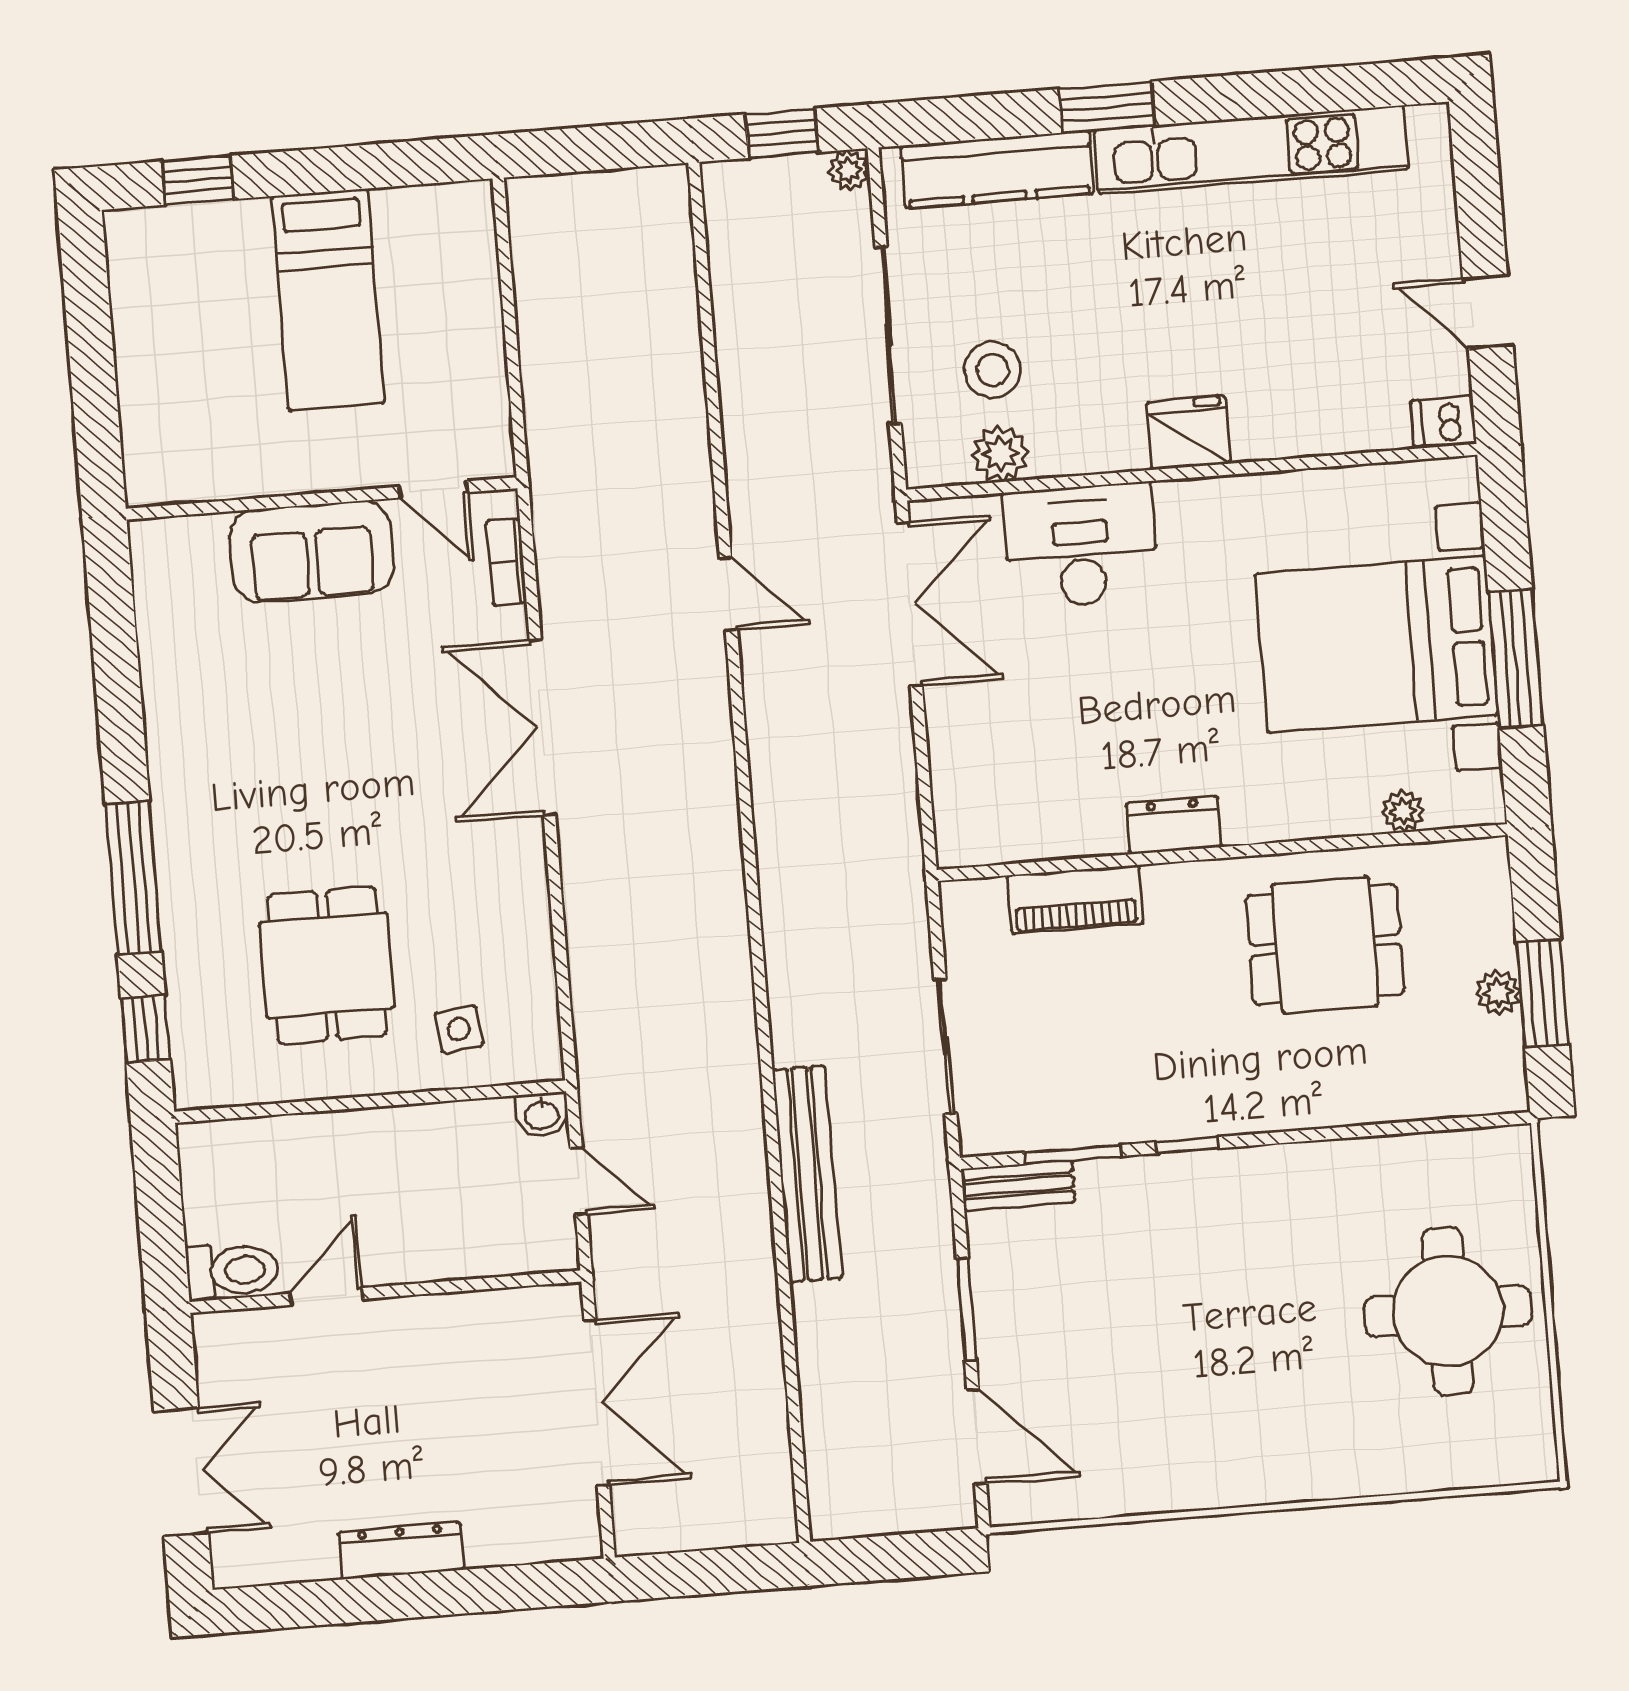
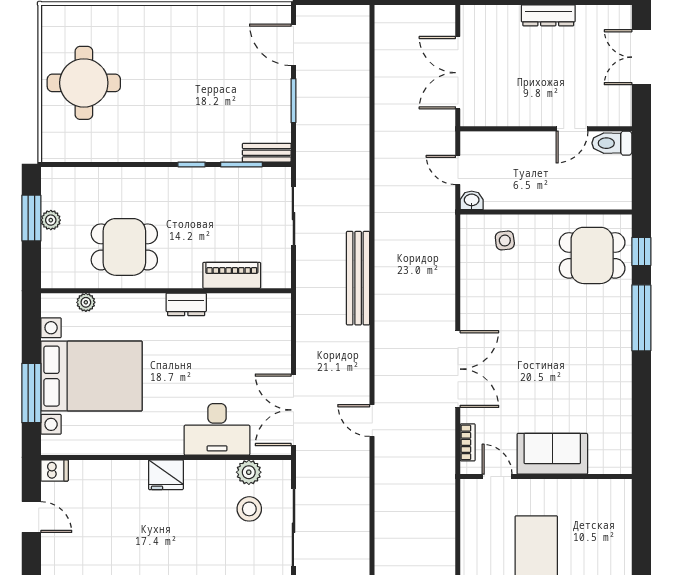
window: (1516, 659) -> (31, 393), moved
dining table: (327, 965) -> (592, 255), moved, turned 90
bench: (807, 1174) -> (358, 278), moved

